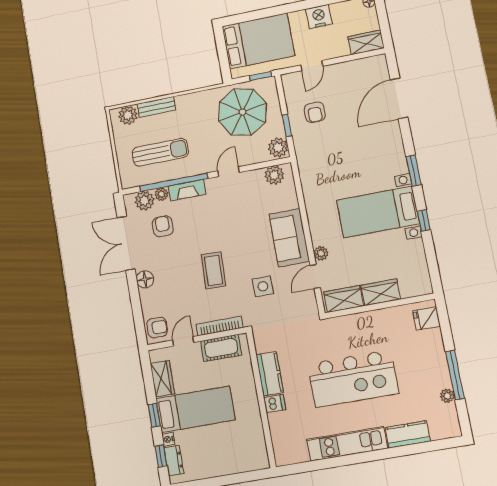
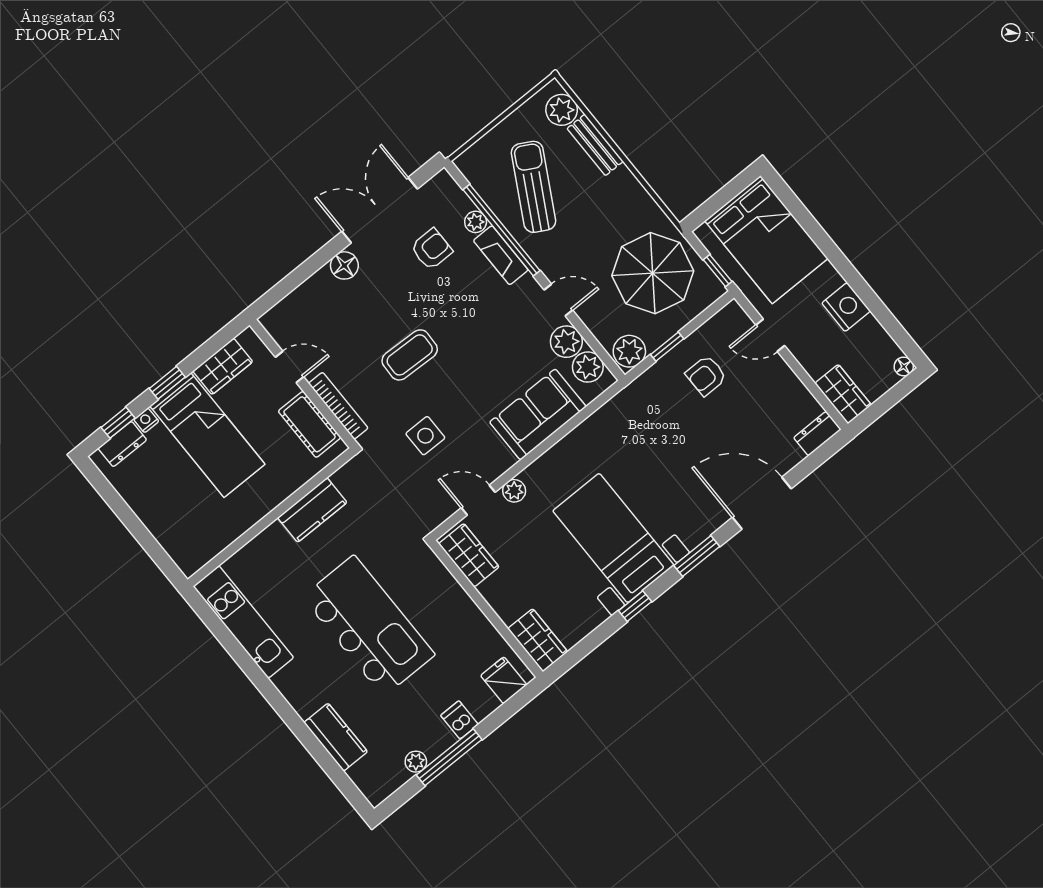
dresser: (381, 68) -> (817, 434), added
door: (399, 98) -> (762, 503), moved
sun lounger: (160, 152) -> (534, 187), turned -151
plant: (145, 201) -> (566, 342), moved
sofa: (289, 238) -> (538, 414), moved
wardrobe: (381, 292) -> (538, 640), moved
armchair: (157, 328) -> (288, 320), removed
kitchen island: (353, 379) -> (369, 626), turned 180
dishwasher: (275, 404) -> (459, 720), moved, turned 180
kitchen unit: (347, 444) -> (243, 622), moved

